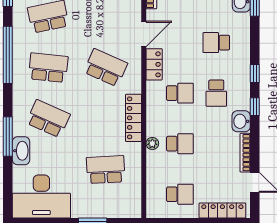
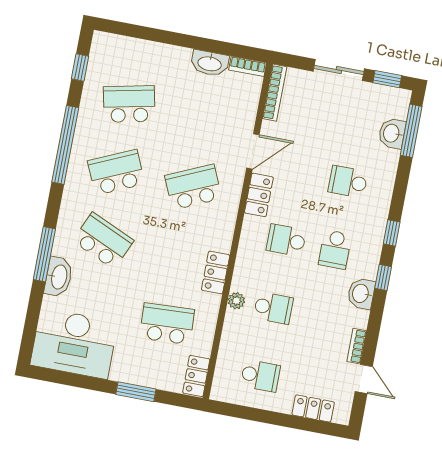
school desk: (48, 68) -> (116, 172), turned -30
school desk: (106, 68) -> (193, 187), turned -48
school desk: (180, 93) -> (286, 240), turned 180
locker: (134, 118) -> (216, 273), width x0.66
bookcase: (245, 153) -> (357, 346), width x0.64
locker: (134, 203) -> (196, 376), added
locker: (222, 211) -> (313, 408), width x0.66

